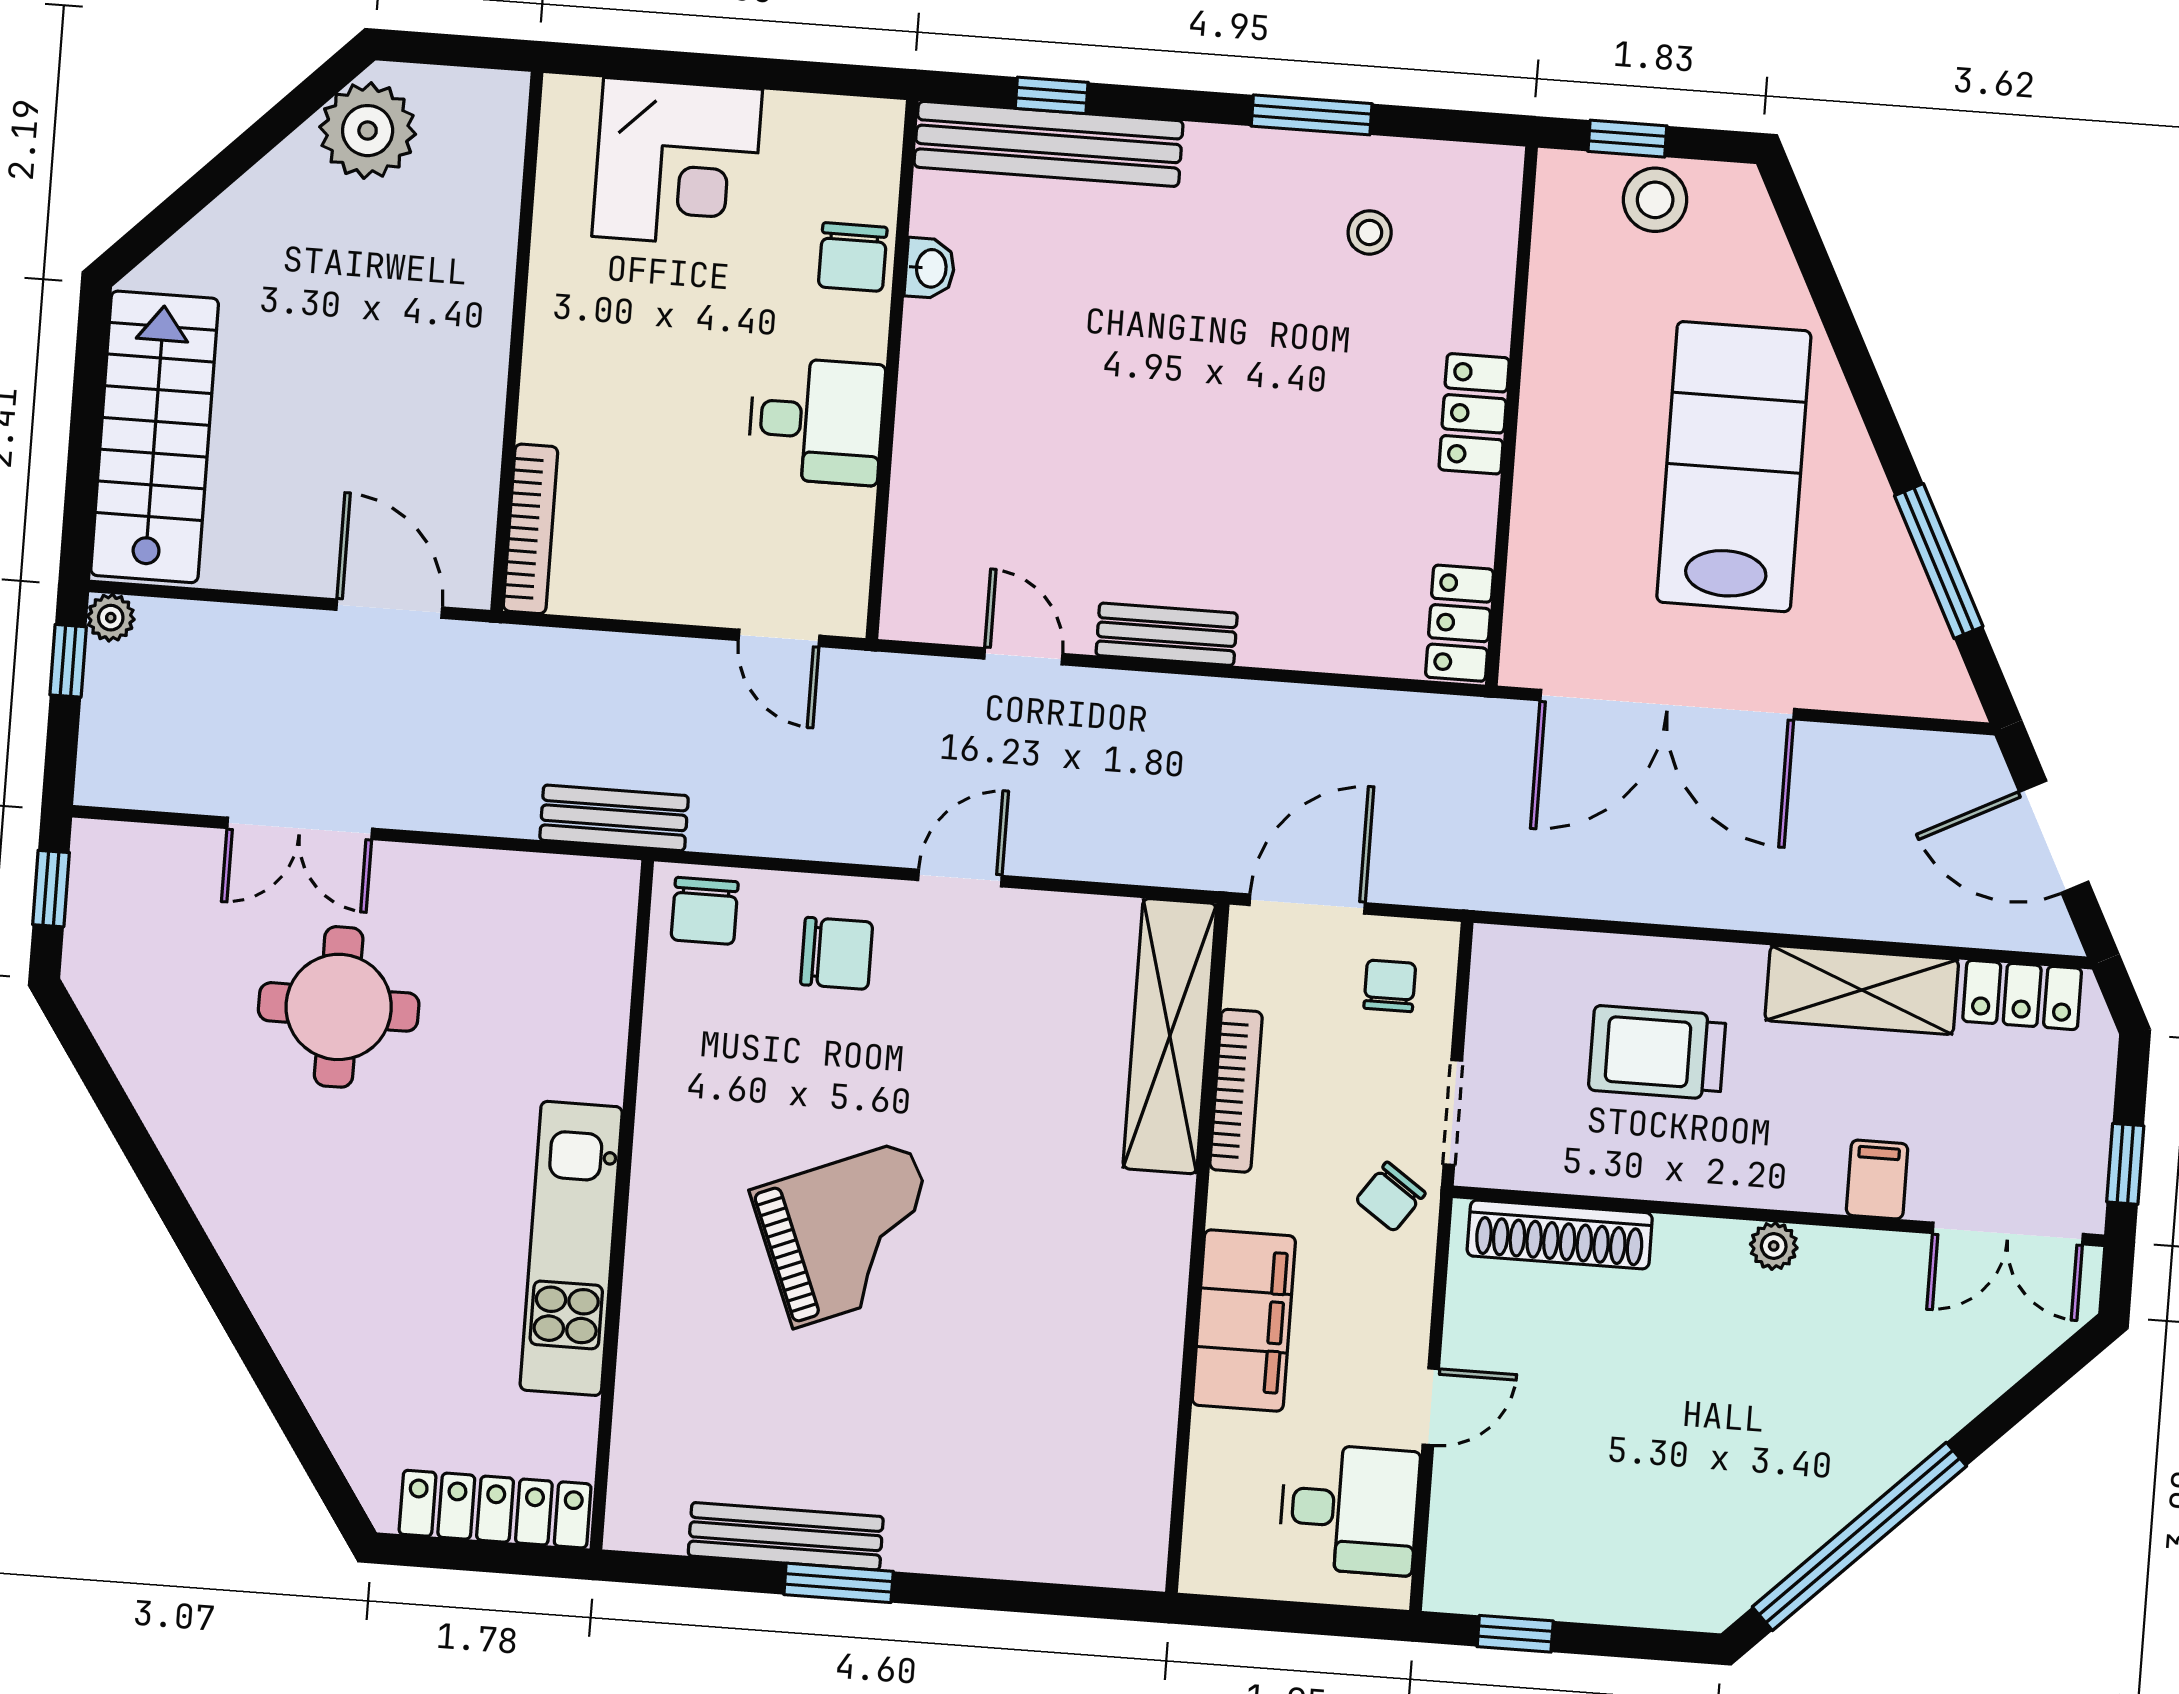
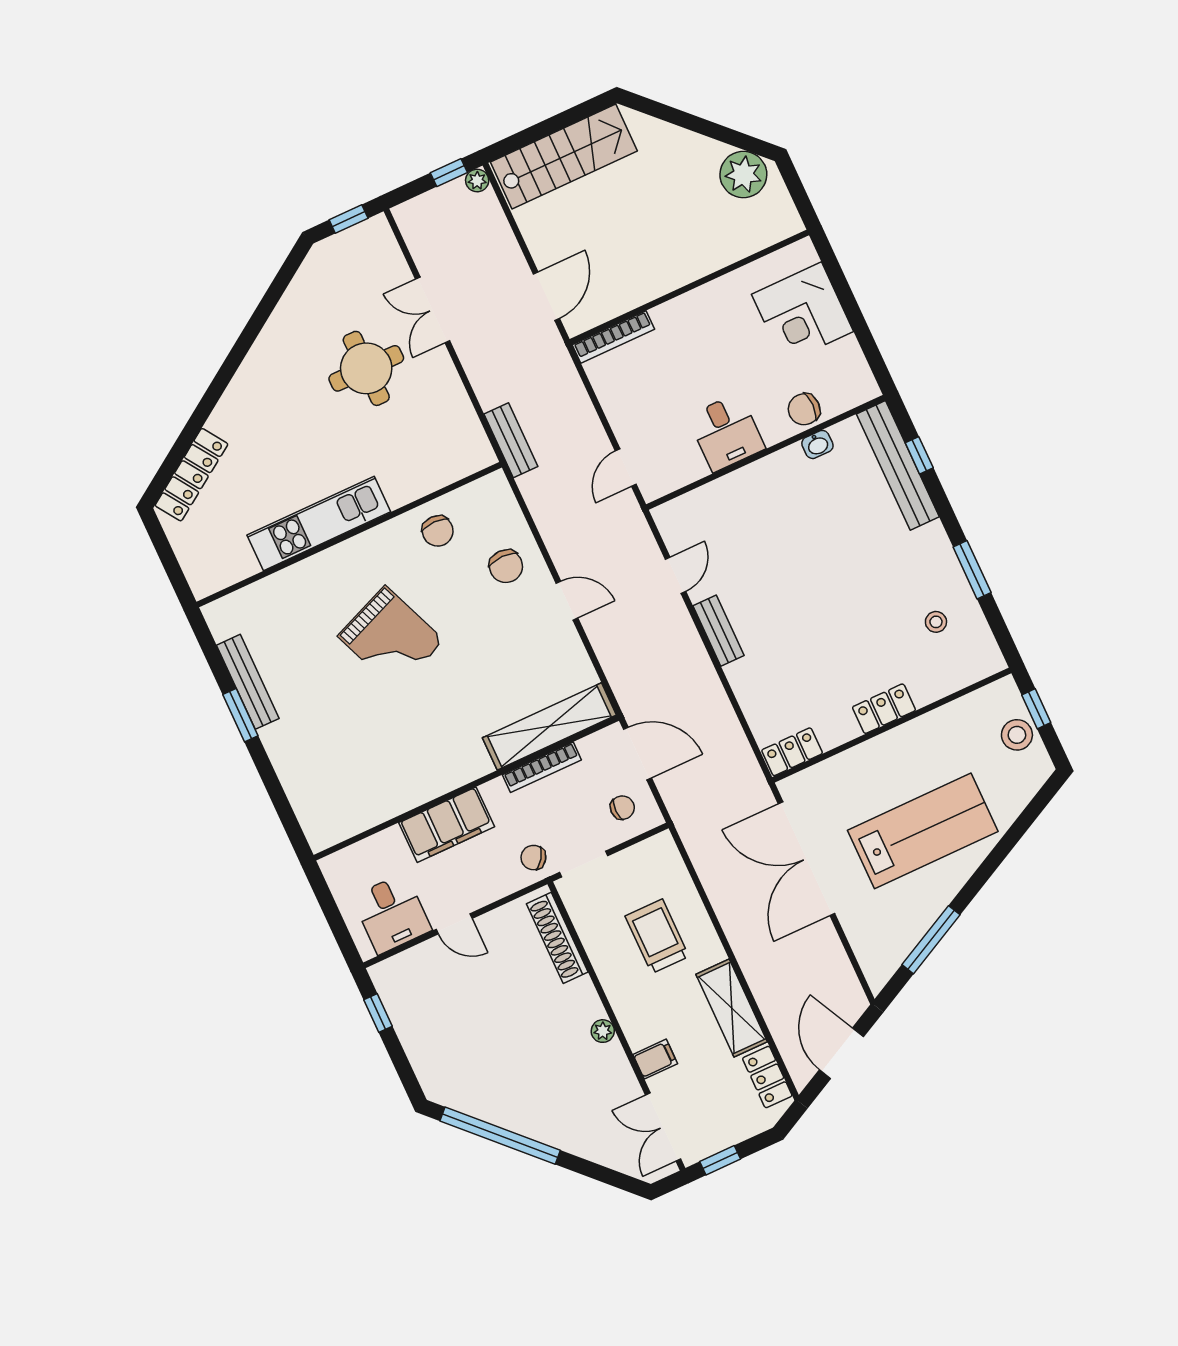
chair: (705, 911) -> (438, 531), moved, turned -90
locker: (495, 1509) -> (191, 475), moved, turned 56

